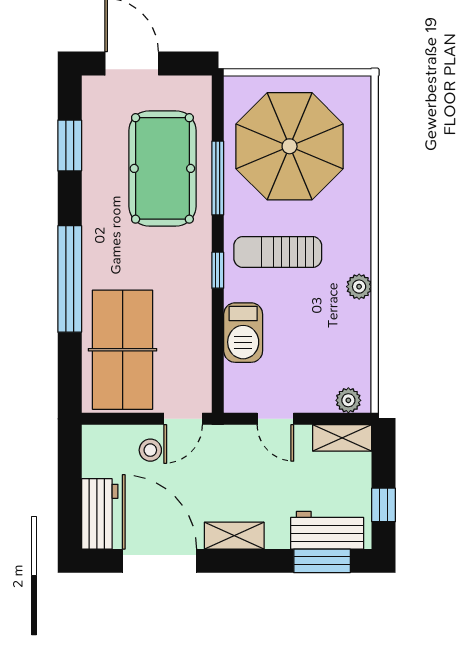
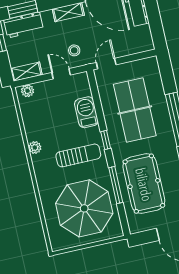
table tennis table: (123, 350) -> (135, 110), moved
stool: (150, 450) -> (74, 50), moved

